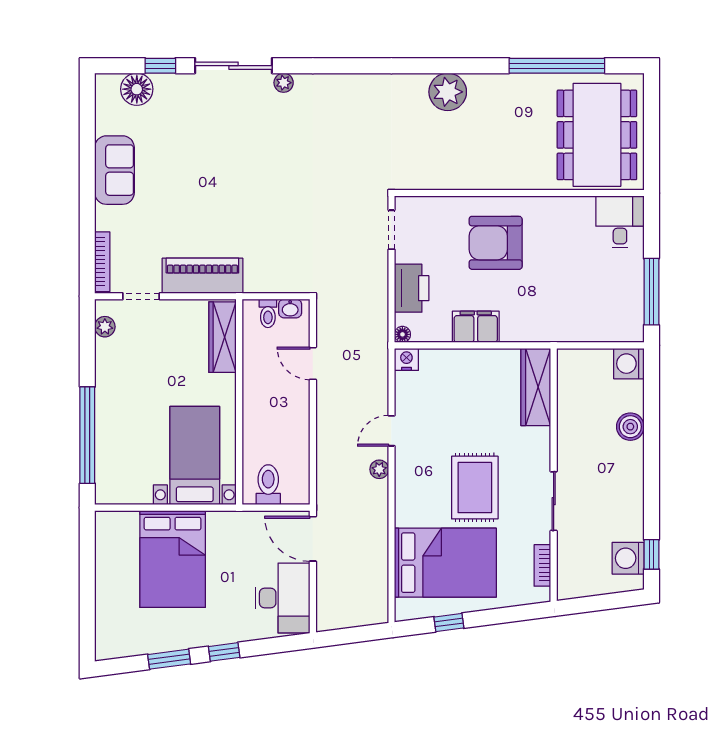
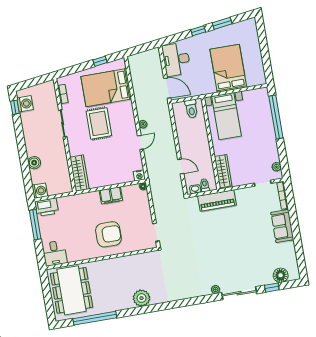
sofa: (114, 170) -> (282, 226), moved
piano: (202, 276) -> (217, 200), moved
printer: (412, 288) -> (47, 207), moved, turned -90

